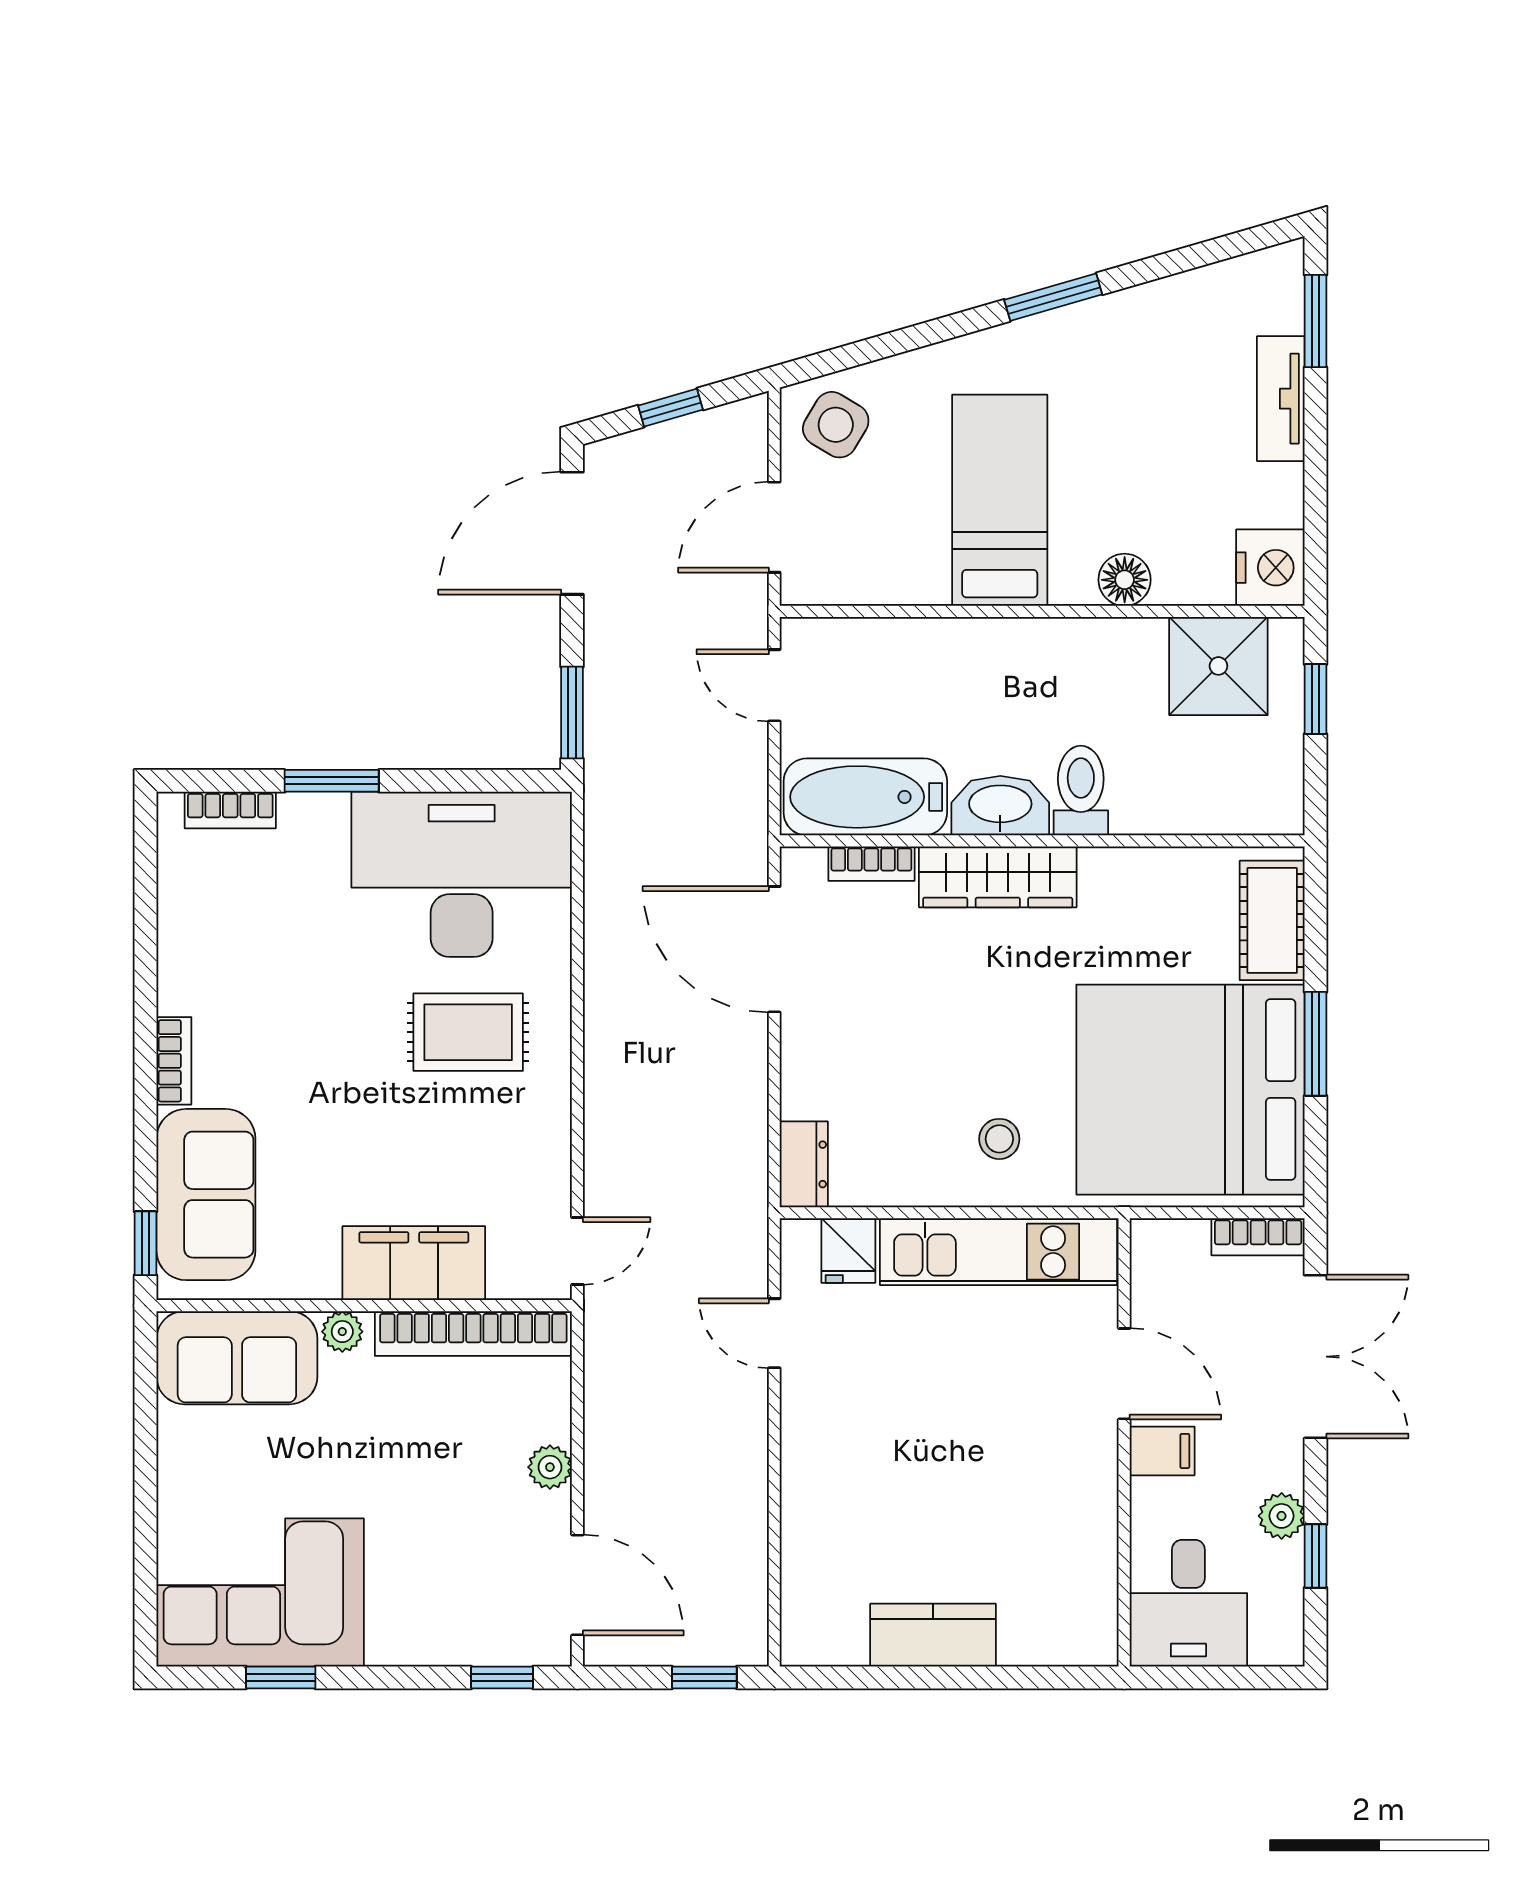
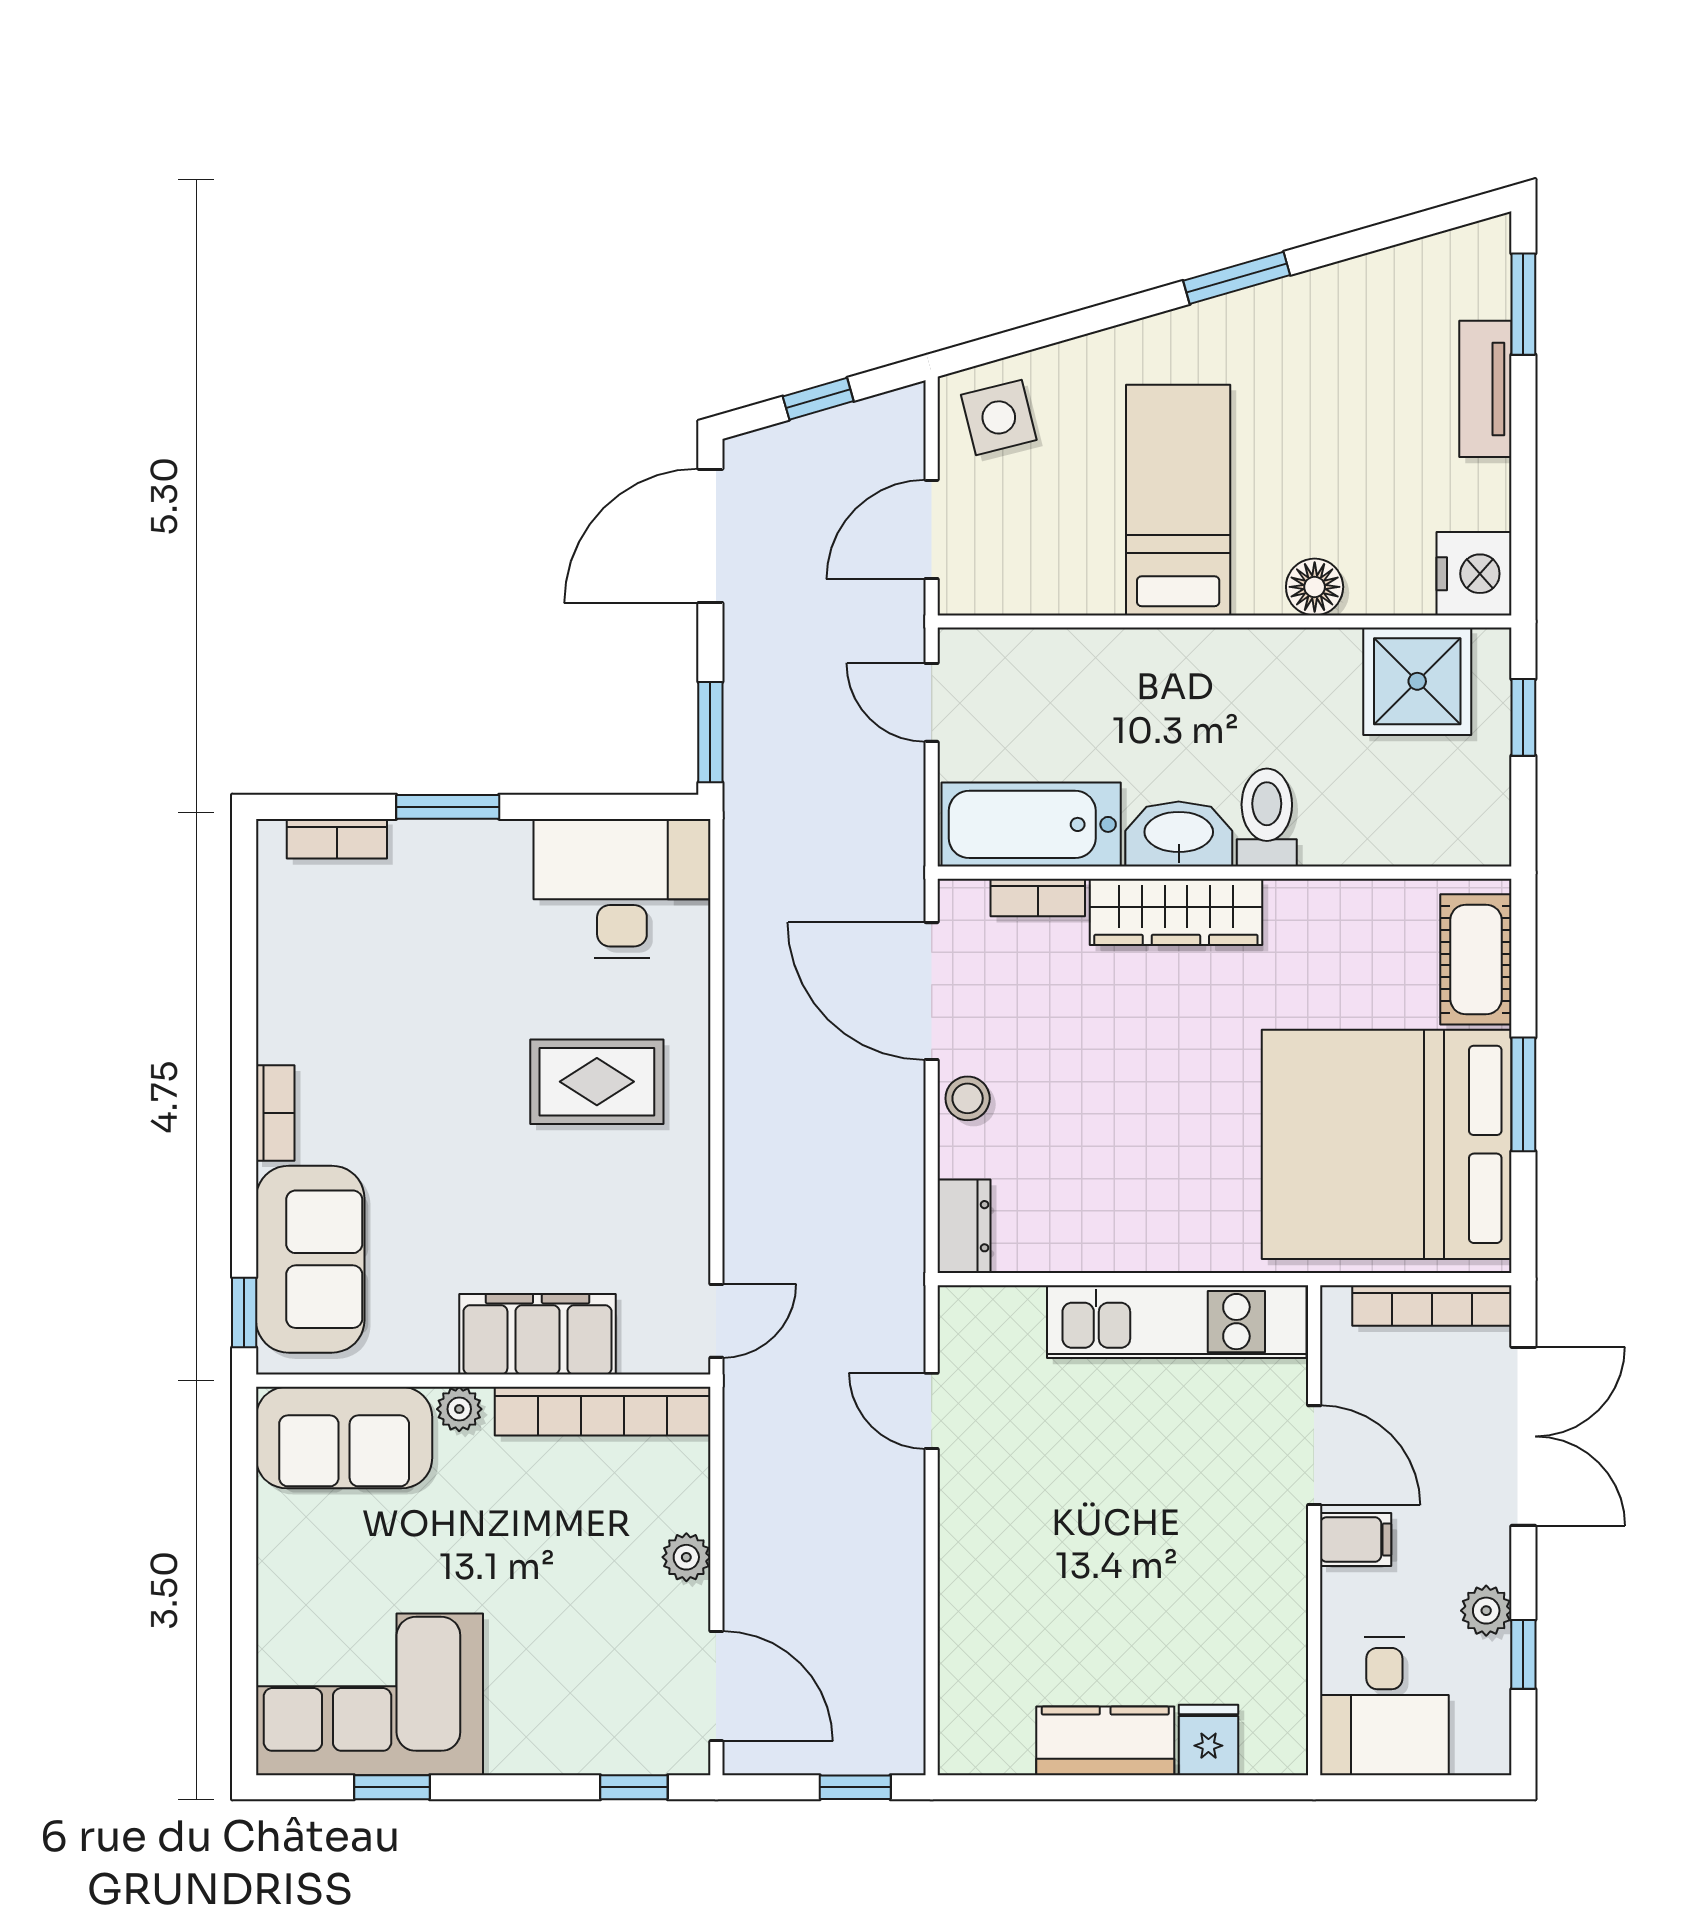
side table: (836, 425) -> (999, 417), turned 45
desk: (462, 874) -> (622, 888), width x0.73, depth x0.77
stool: (999, 1139) -> (968, 1098), moved
bookcase: (1258, 1237) -> (1432, 1305), width x1.56
fridge: (848, 1251) -> (1208, 1740), moved, turned 180

